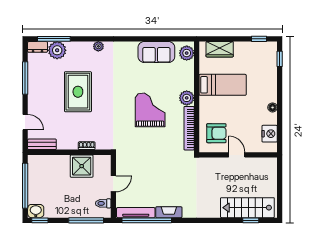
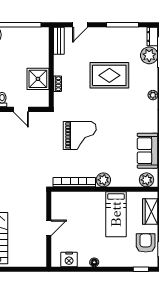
grand piano: (150, 110) -> (80, 135), moved
armchair: (216, 133) -> (146, 243), moved, turned 180

